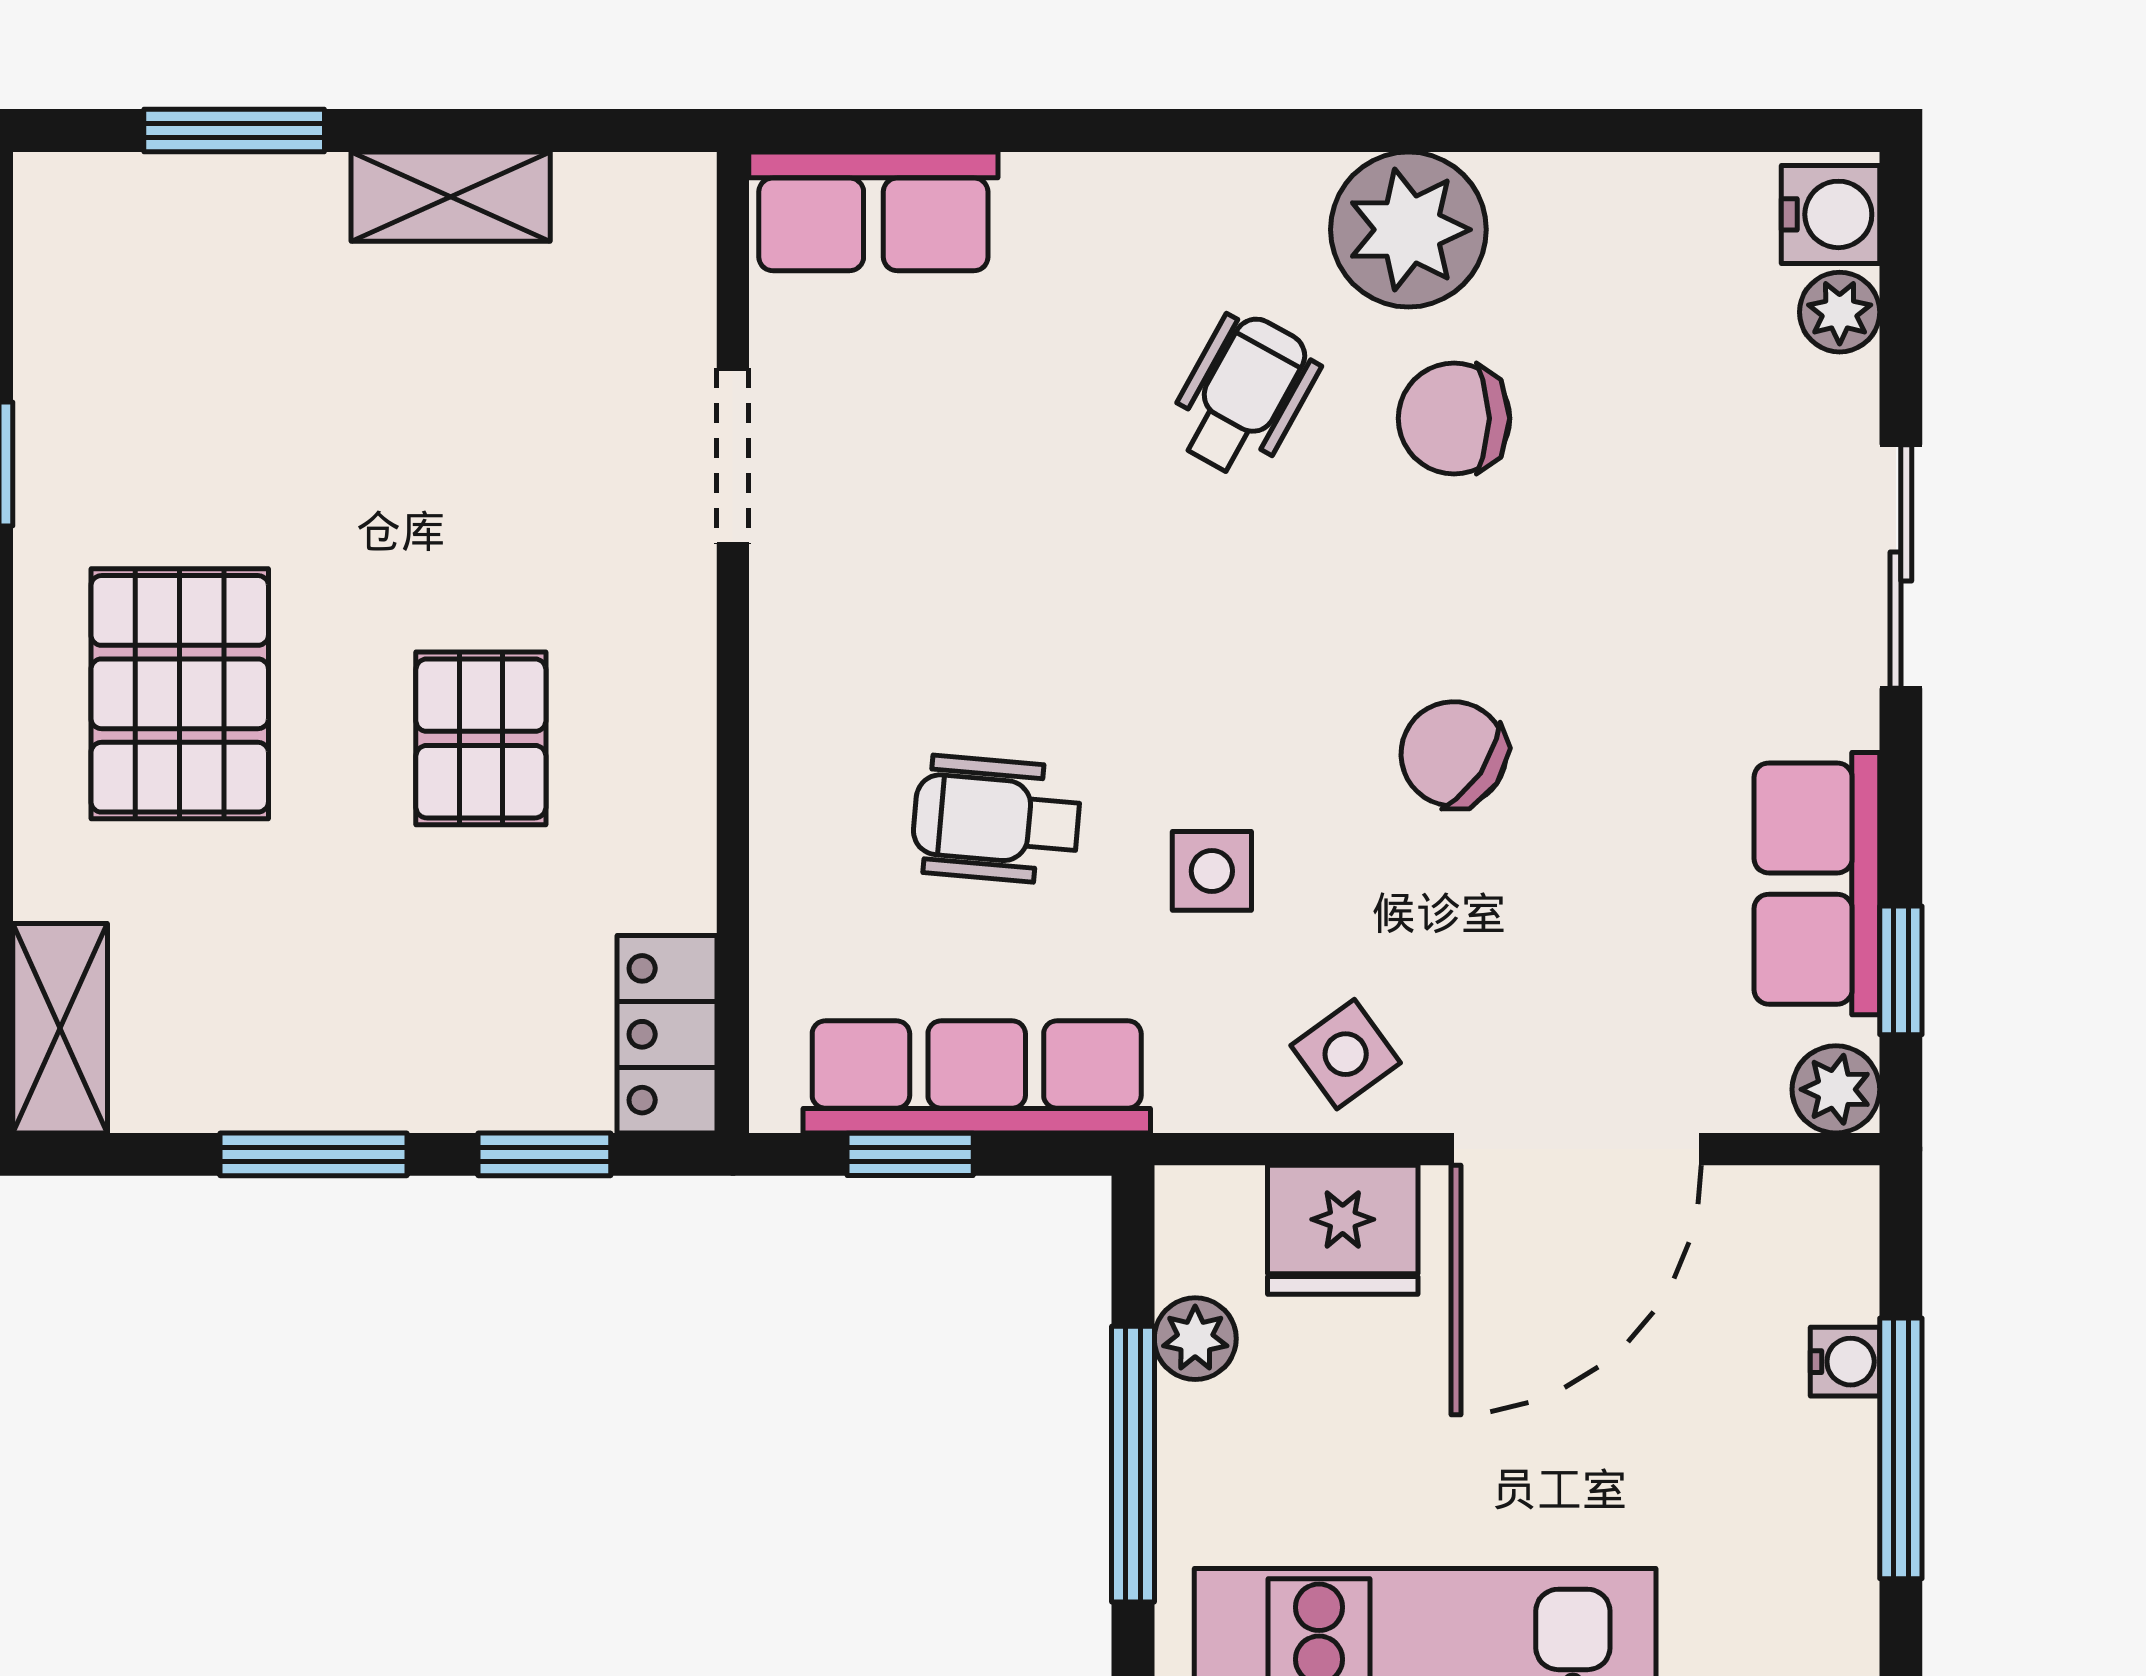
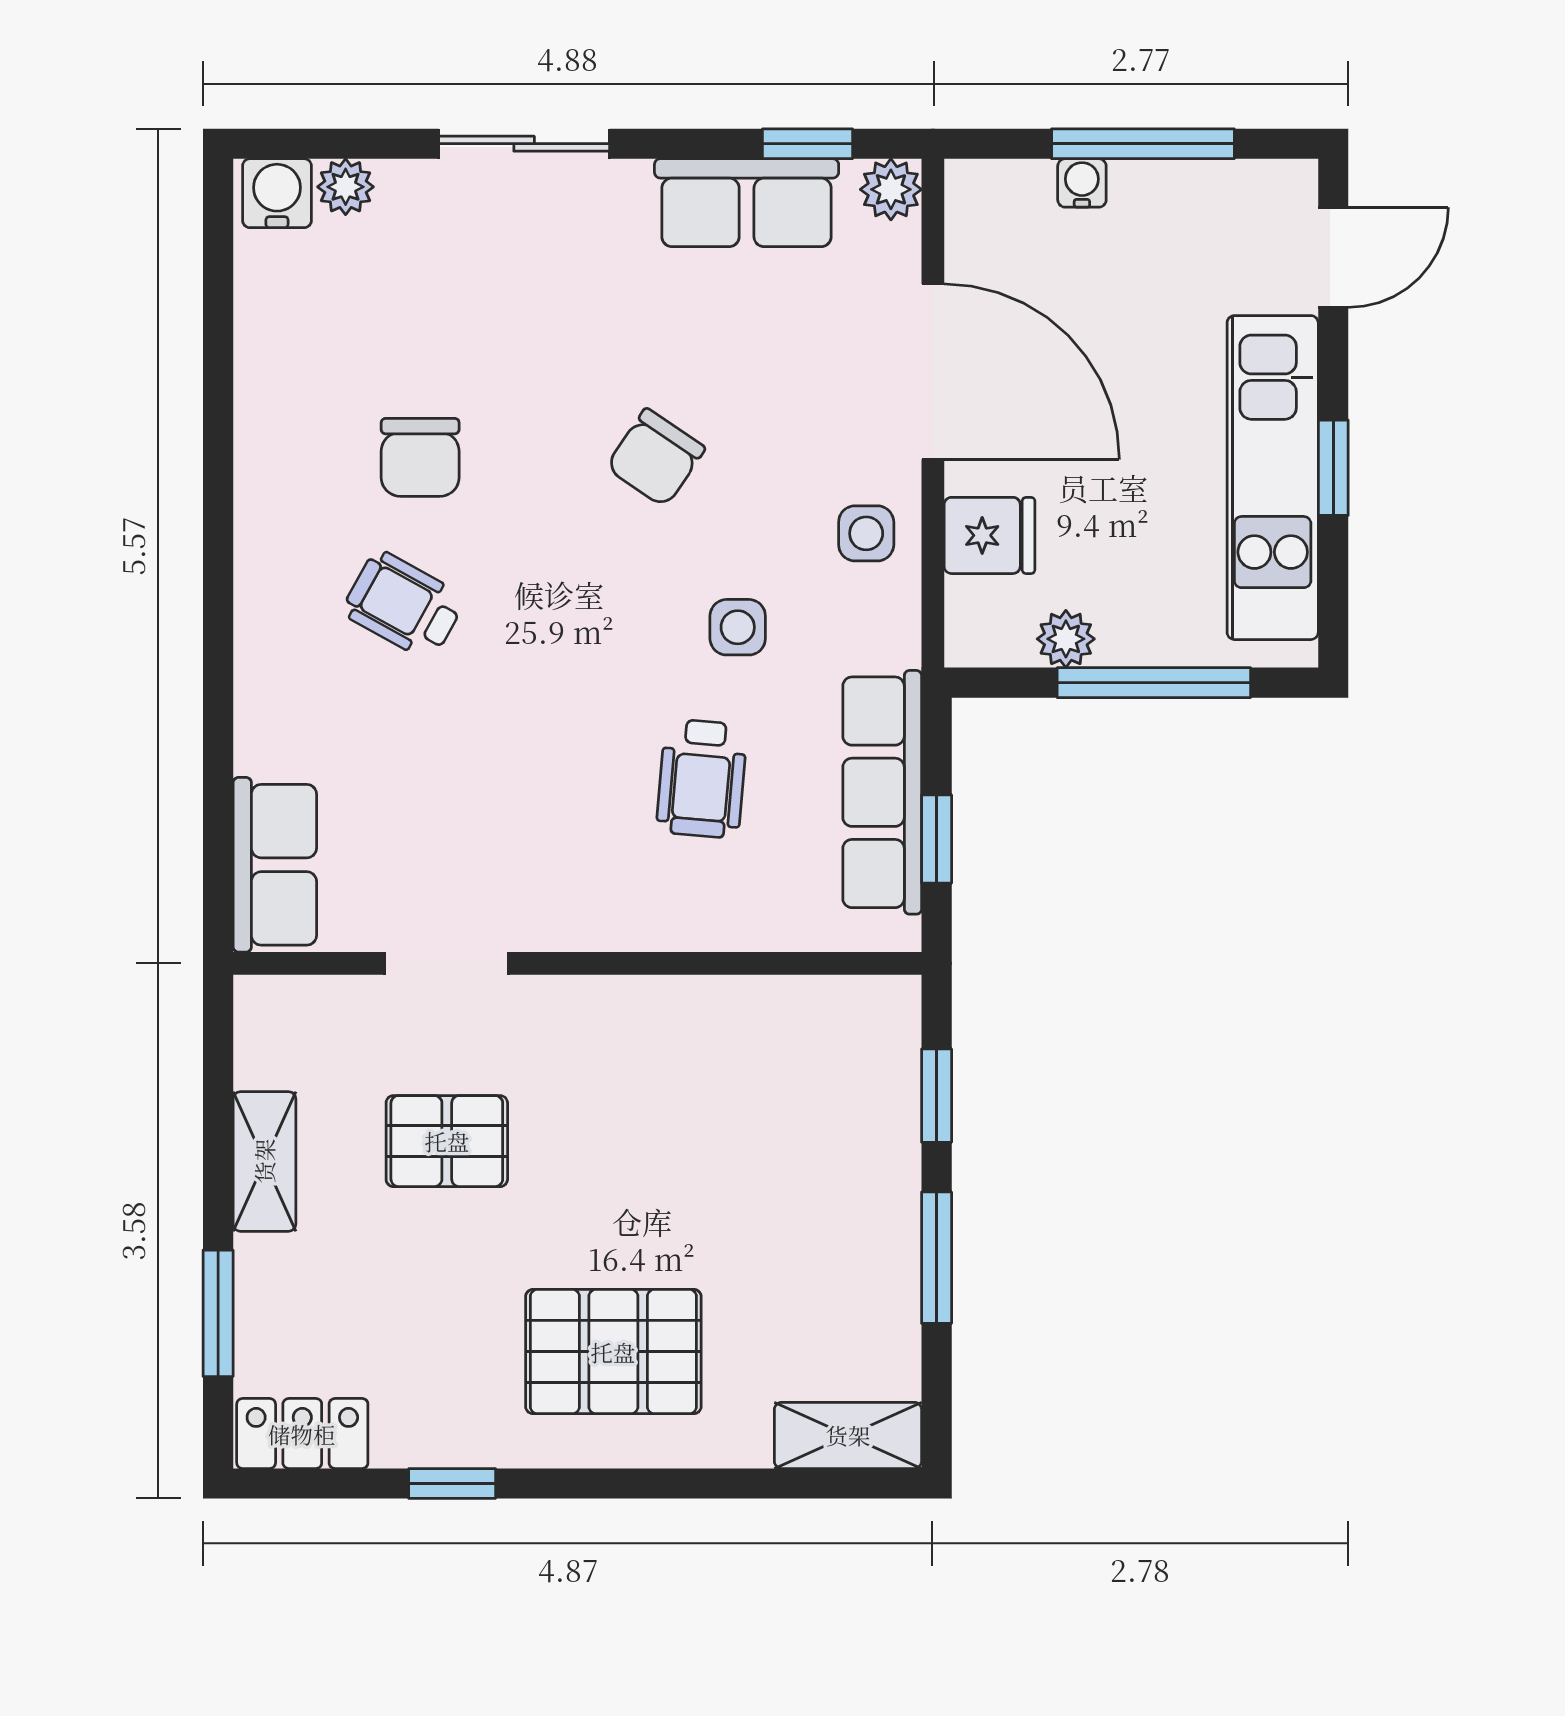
plant: (1408, 230) -> (288, 489), removed
pallet: (481, 738) -> (447, 1141), moved
locker: (667, 1034) -> (302, 1434), moved, turned 180
side table: (1346, 1054) -> (866, 533), turned 36
fridge: (1343, 1230) -> (989, 535), width x0.72

